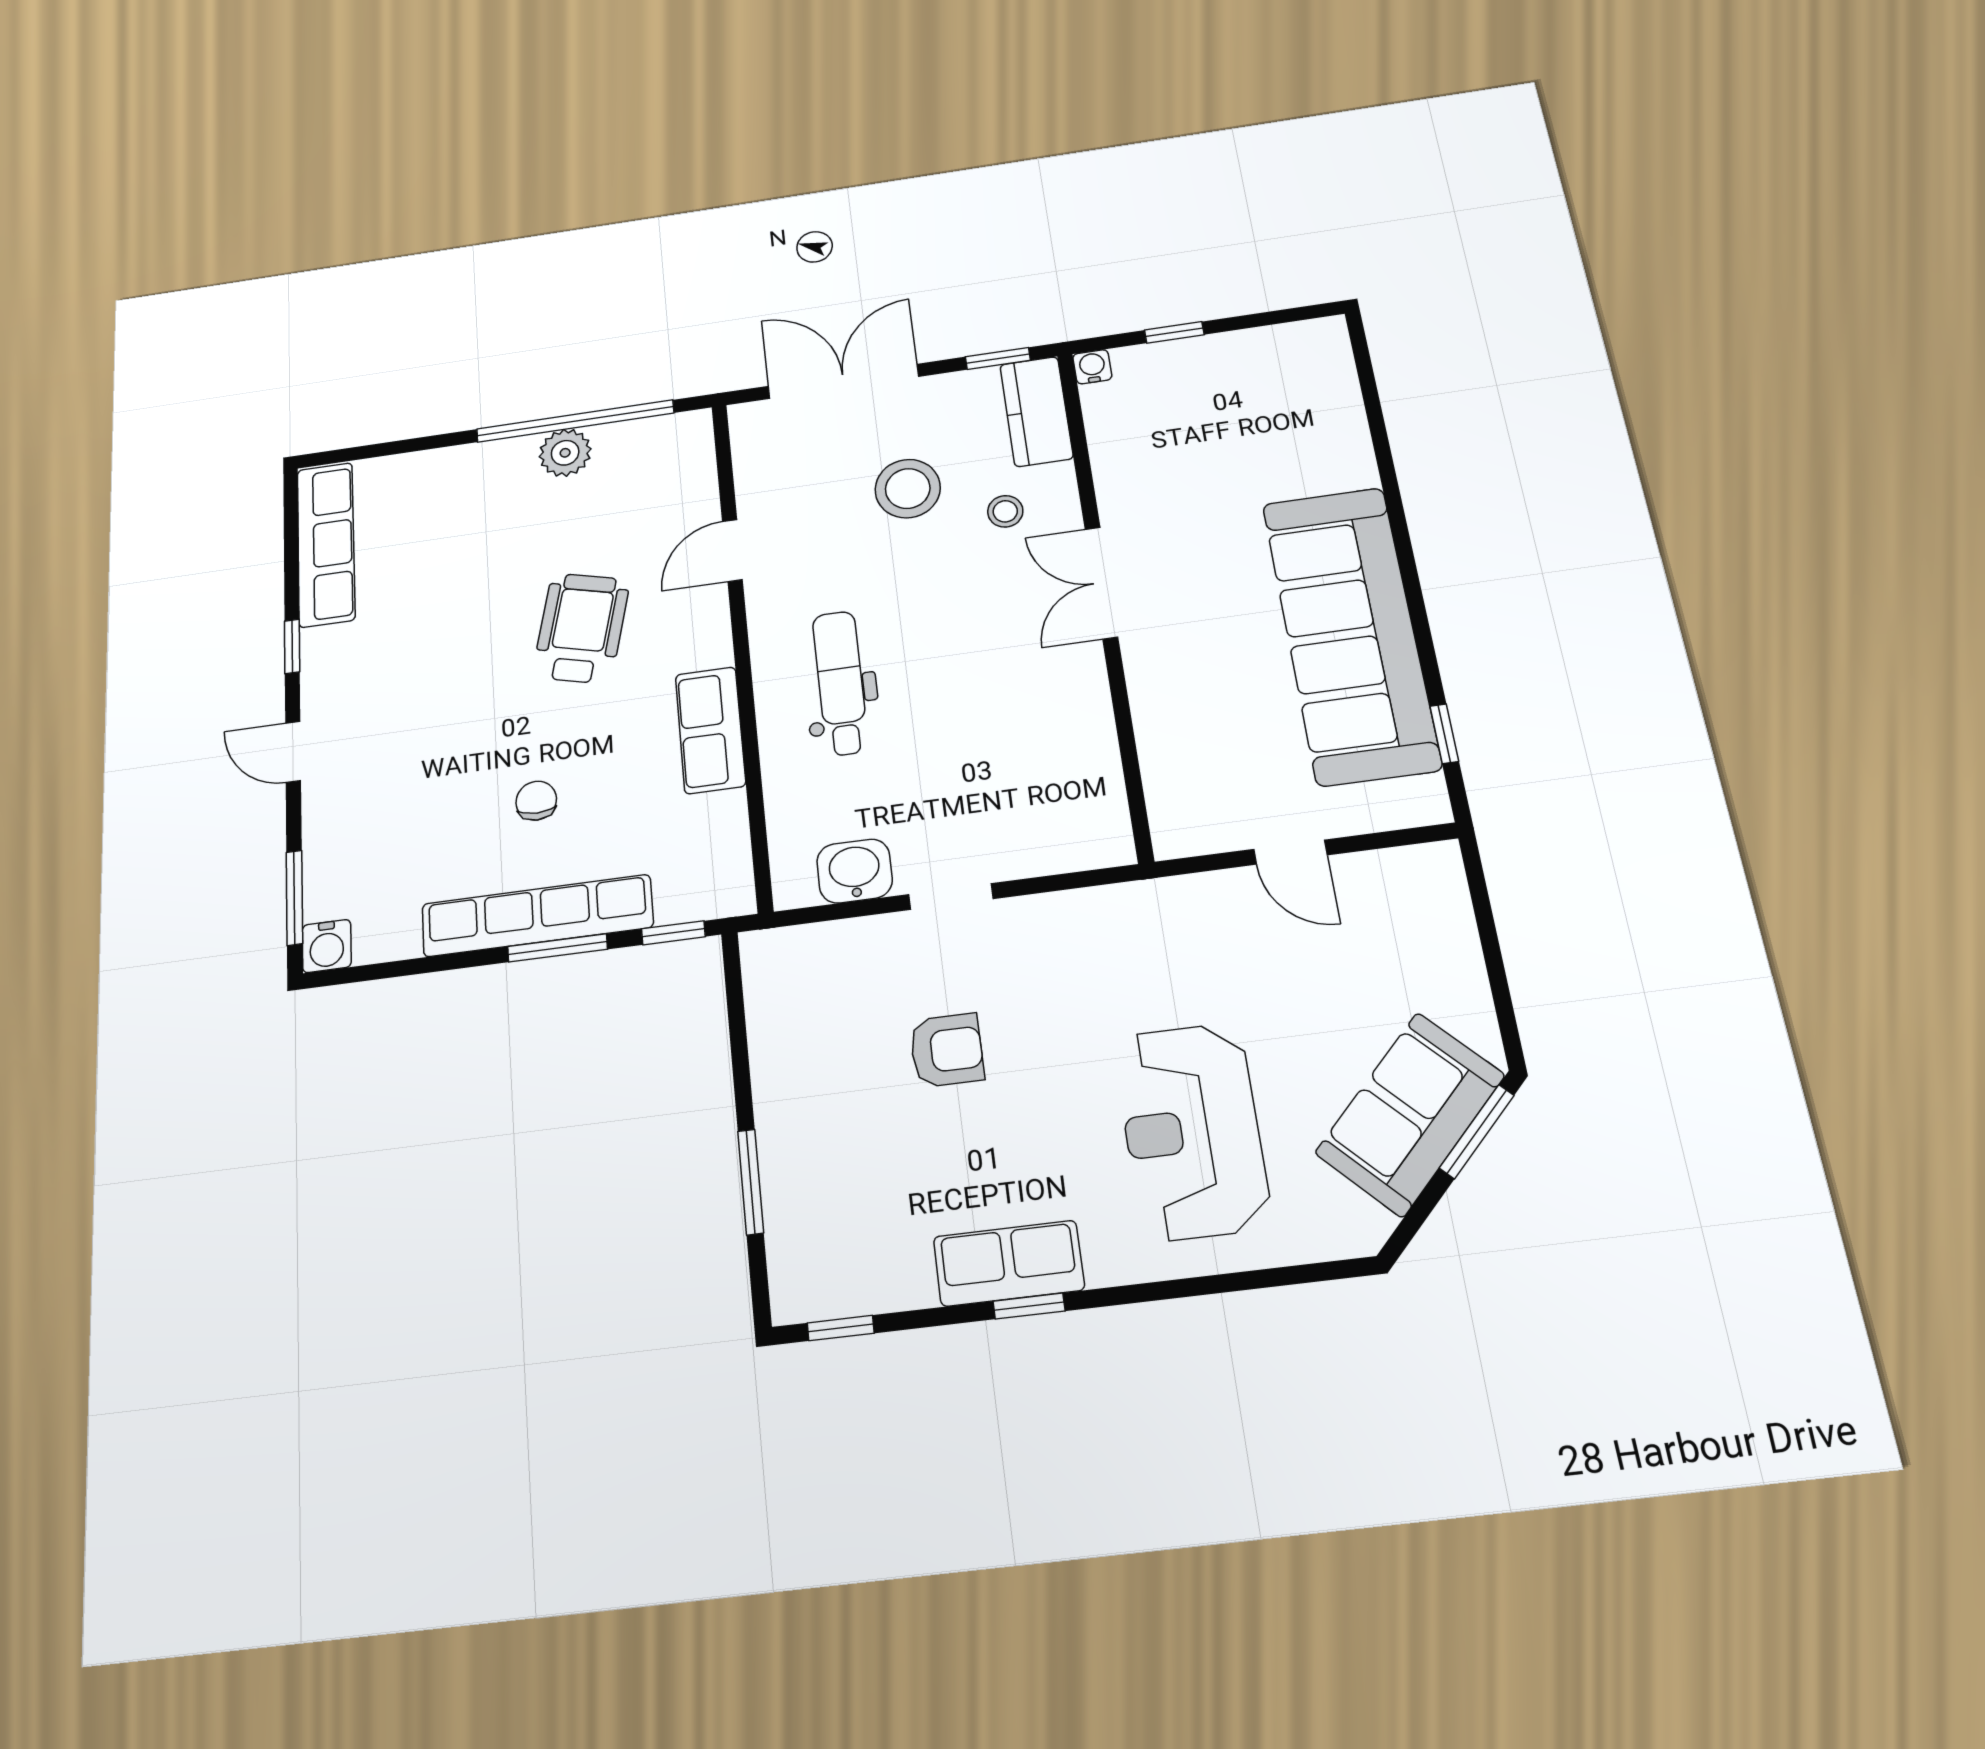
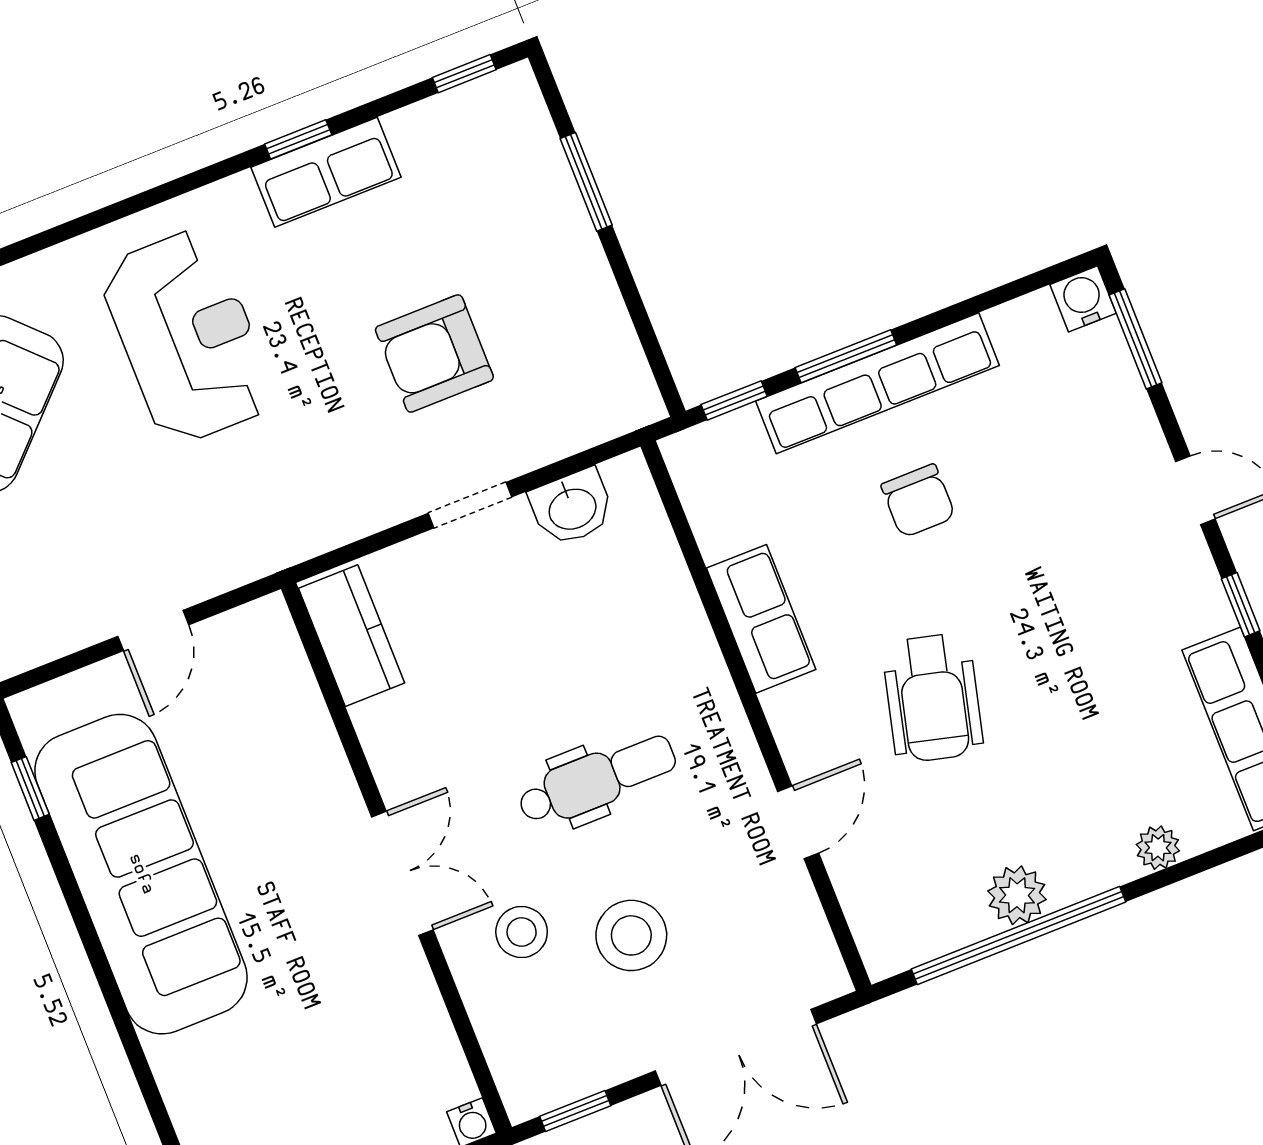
kitchen counter: (1036, 411) -> (352, 636), moved
plant: (435, 466) -> (1158, 848), added
stool: (1005, 511) -> (522, 932), width x1.37, depth x1.37
dental chair: (840, 683) -> (597, 780), moved, turned -90
chair: (536, 801) -> (918, 501), width x1.37, depth x1.37
door: (1290, 852) -> (153, 631), swing flipped
armchair: (947, 1050) -> (434, 354), width x1.38, depth x1.38

